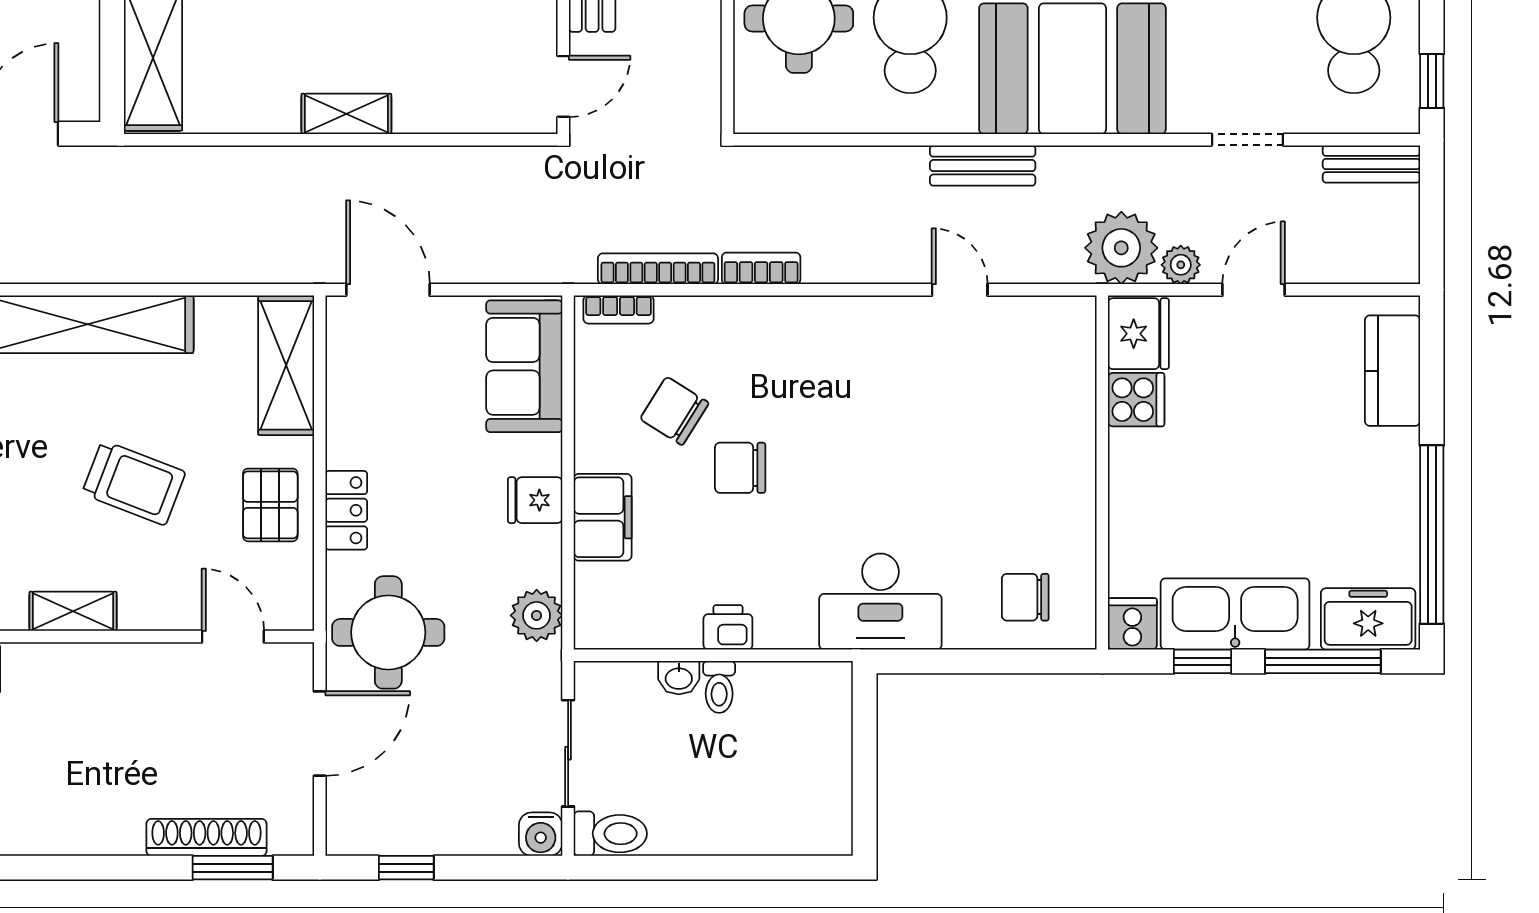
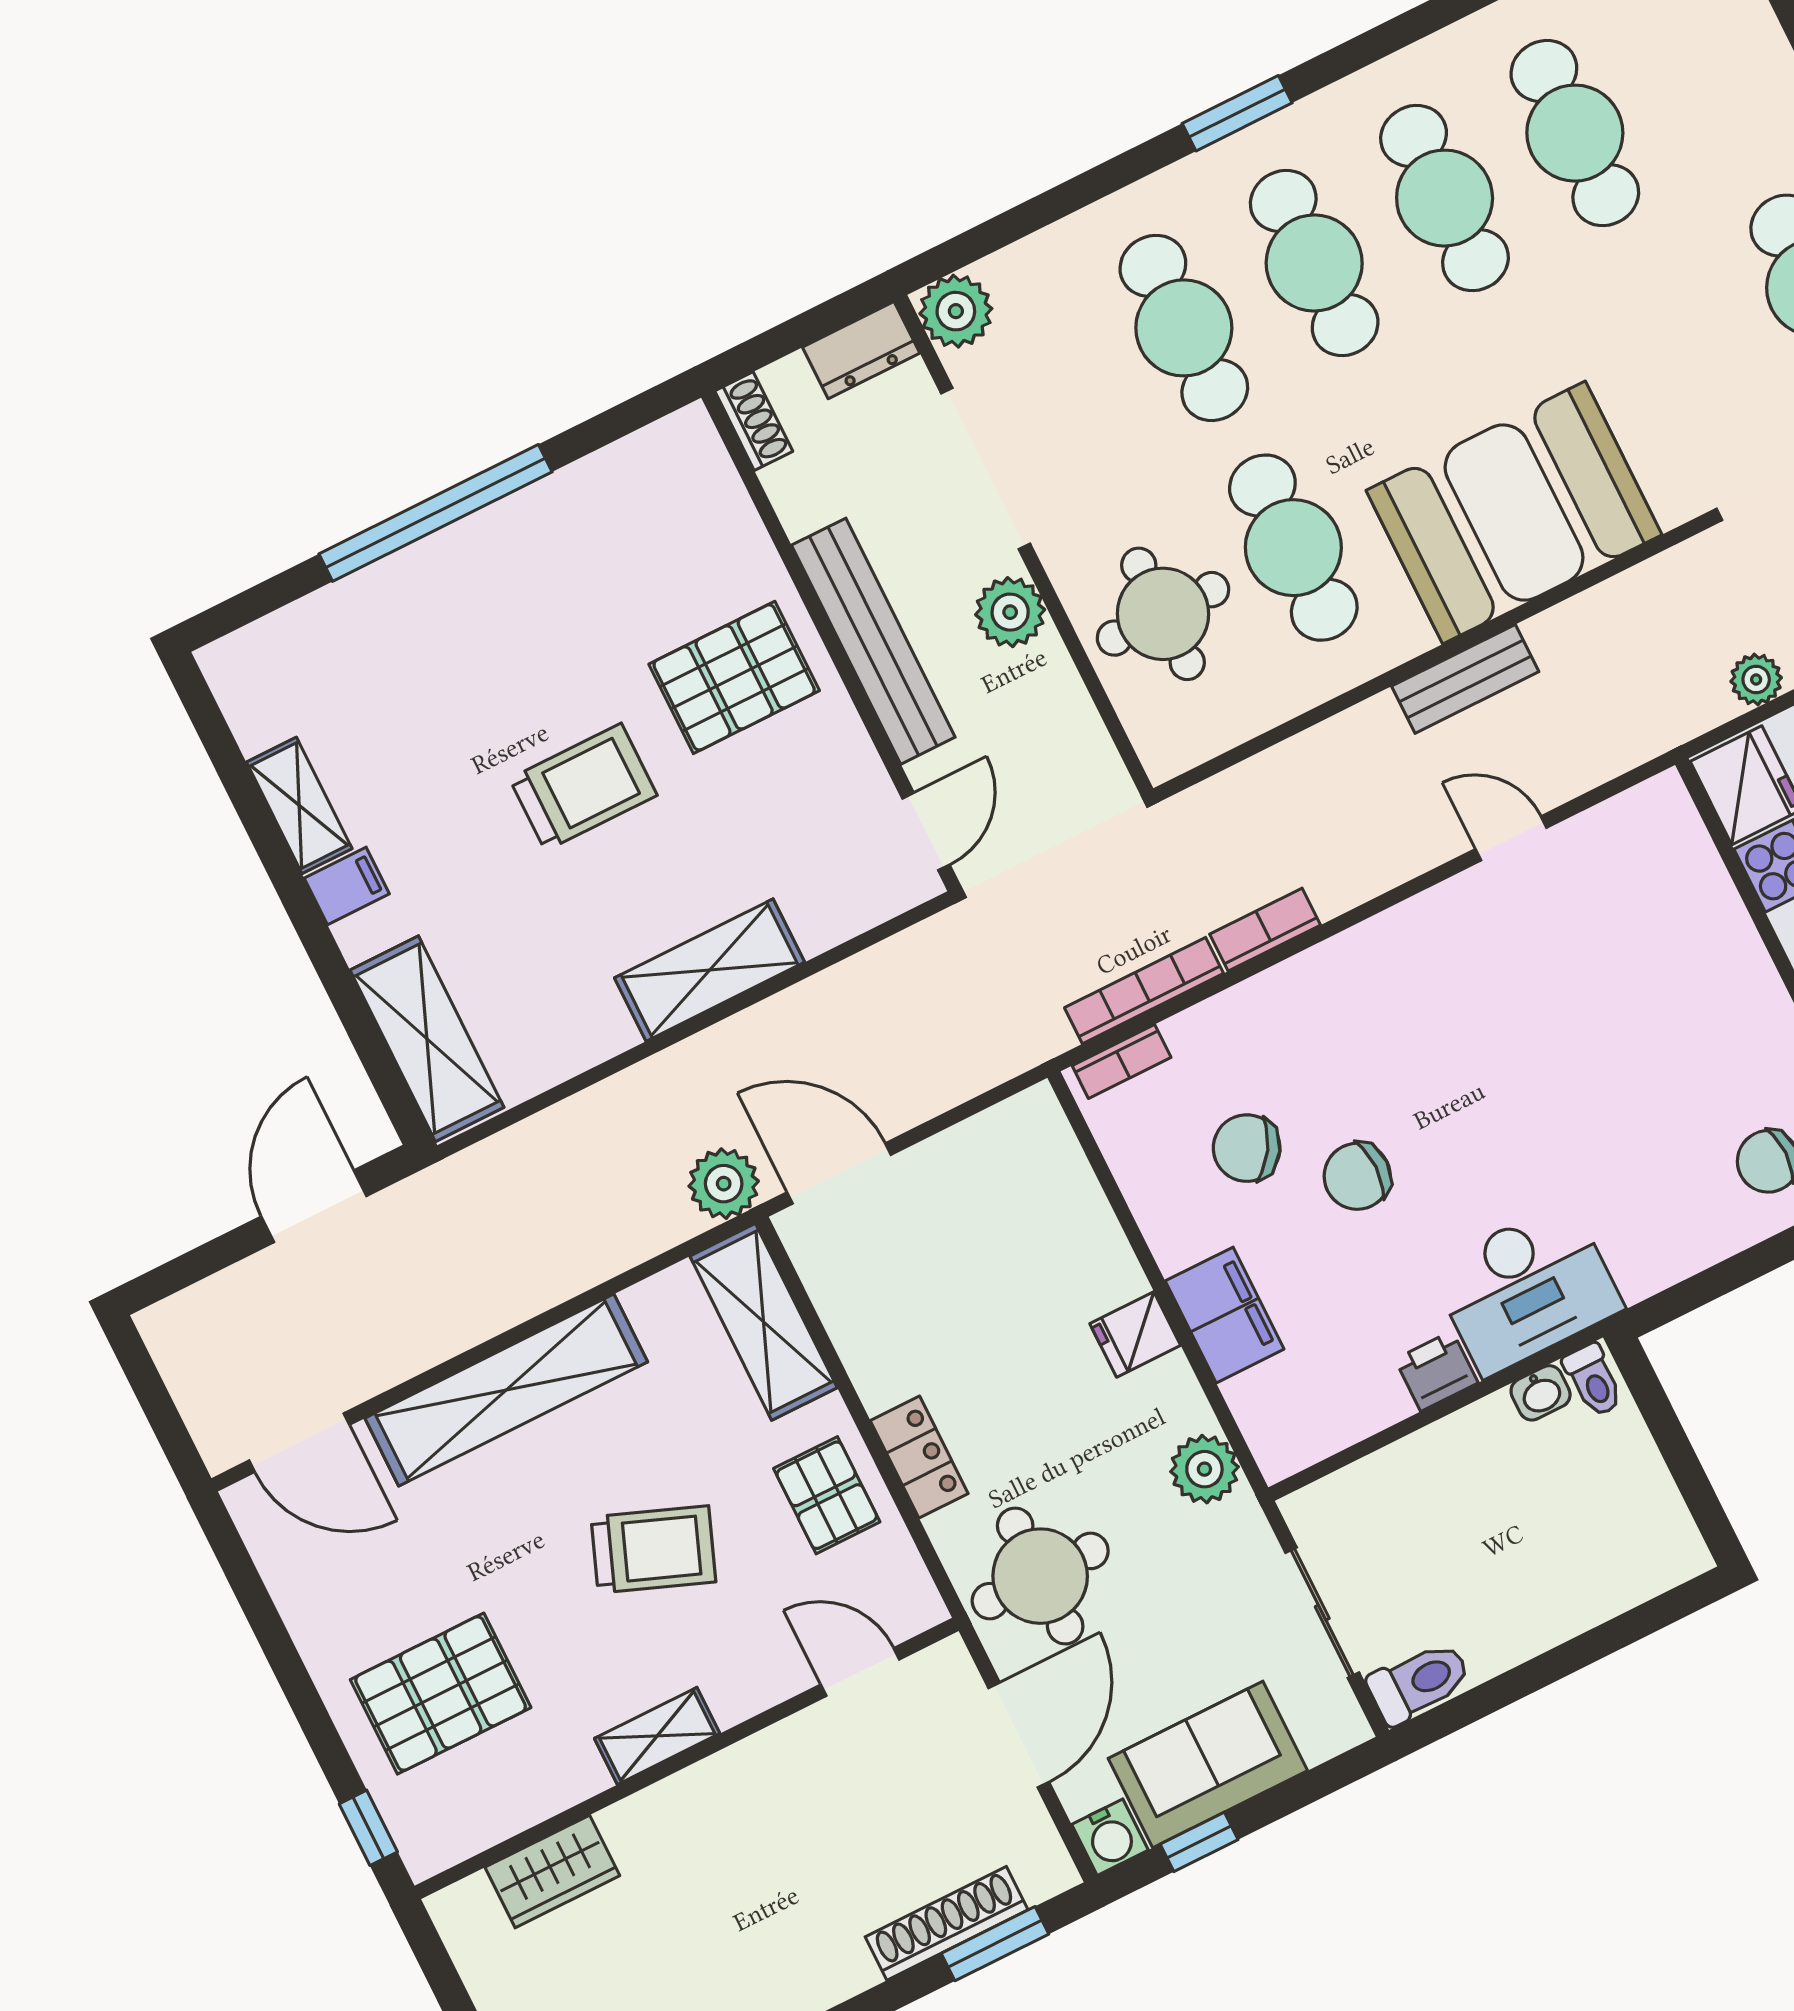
shelving: (346, 114) -> (710, 970), width x1.50, depth x1.33
plant: (1121, 248) -> (724, 1184), moved, width x0.73, depth x0.73
sofa: (524, 366) -> (1208, 1764), moved, turned 90
desk: (880, 602) -> (1527, 1288), moved
washbasin: (679, 678) -> (1541, 1393), moved
toilet: (719, 687) -> (1593, 1380), moved
water cooler: (541, 834) -> (1110, 1837), moved

